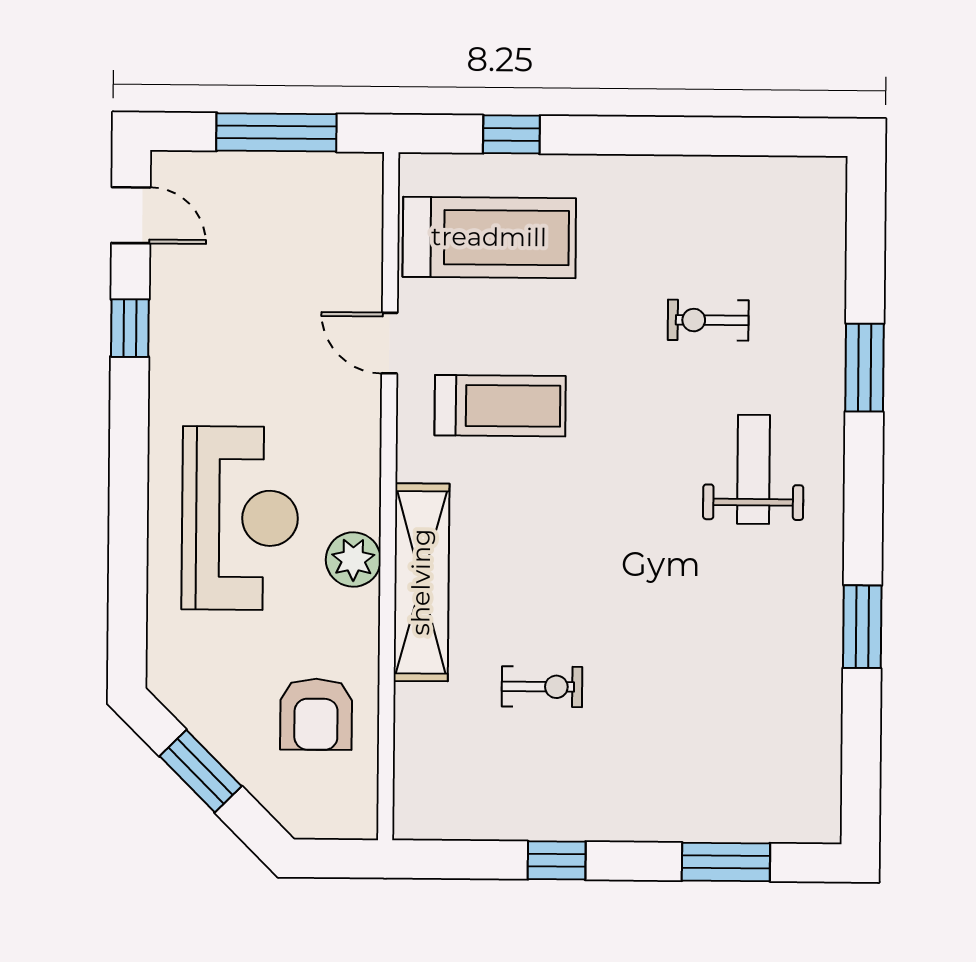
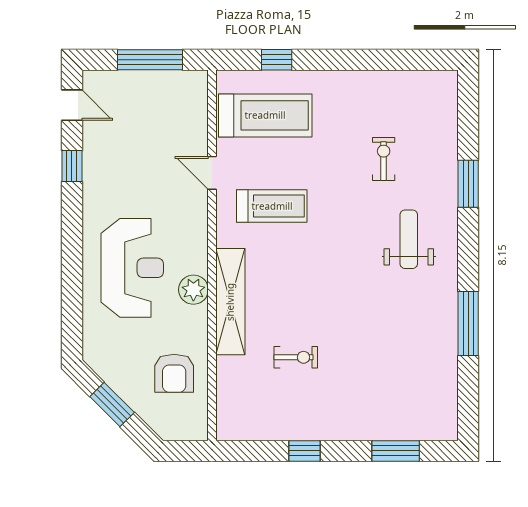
exercise bike: (708, 320) -> (384, 159), turned 90
window: (862, 627) -> (468, 323), width x1.44

